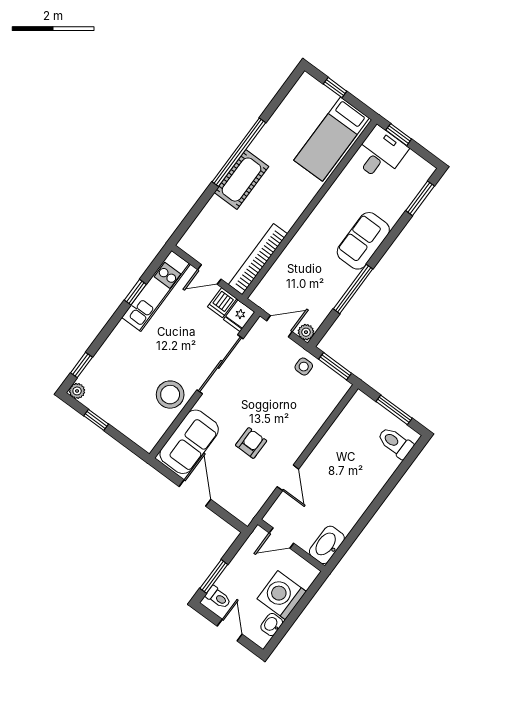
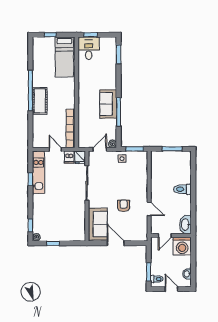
sofa: (363, 241) -> (108, 104), moved
door: (209, 274) -> (55, 149), swing flipped
stool: (170, 395) -> (76, 210), removed
toilet: (395, 443) -> (182, 189), moved
washing machine: (282, 595) -> (182, 246), moved, turned -90

